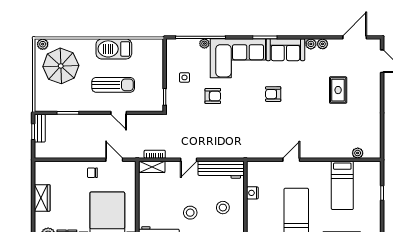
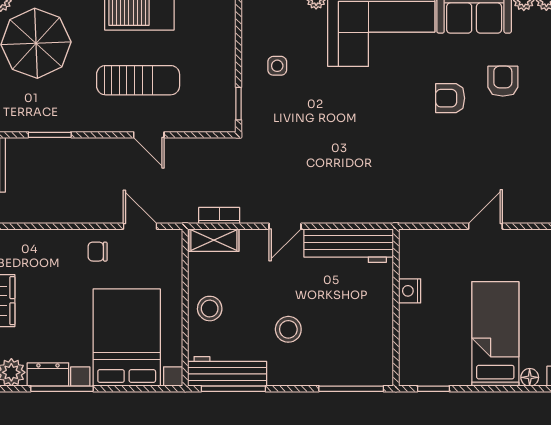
armchair: (213, 96) -> (503, 81), moved, turned -90
stool: (223, 208) -> (210, 309), moved

